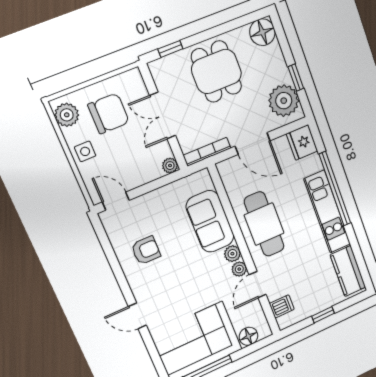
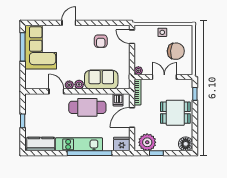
chair: (109, 113) -> (176, 51), turned -86
plant: (67, 115) -> (183, 31), removed
door: (116, 201) -> (132, 37), swing flipped
dishwasher: (282, 306) -> (118, 100), moved
floor lamp: (248, 336) -> (30, 75), removed

